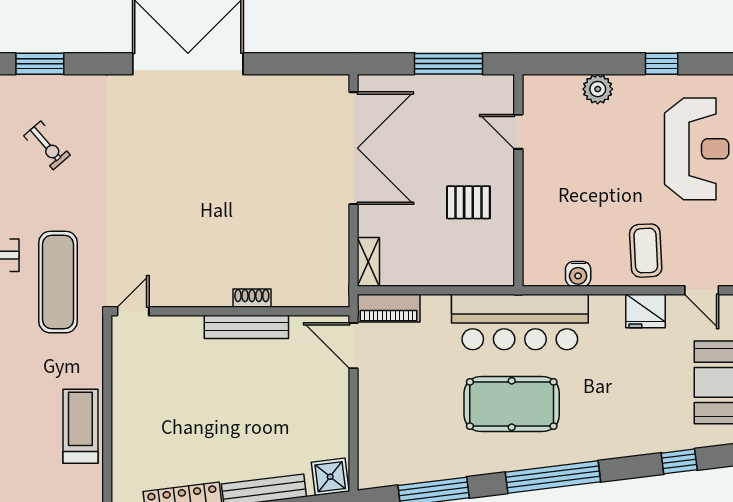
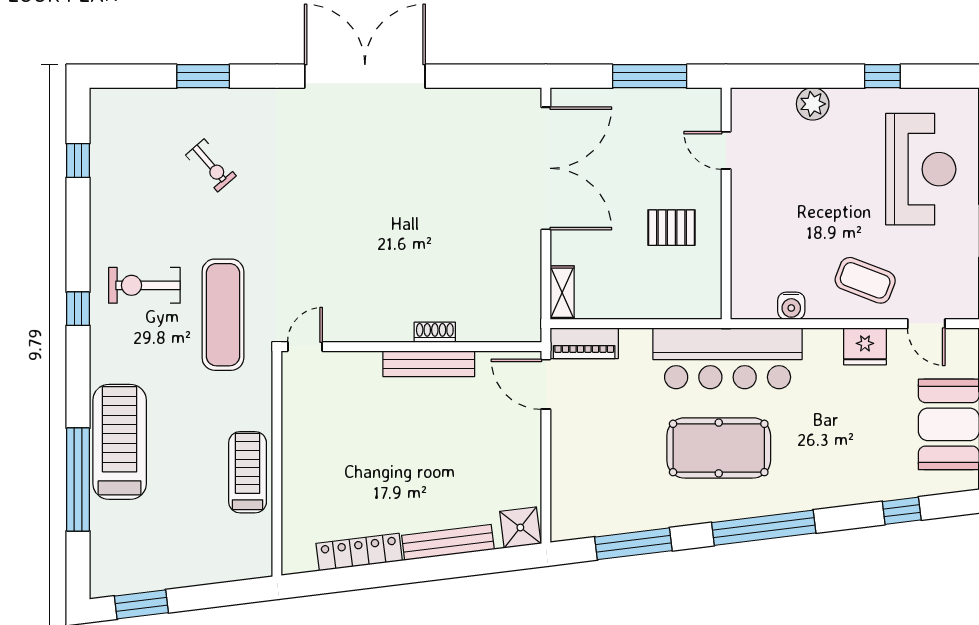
coffee table: (646, 251) -> (865, 280), turned -66

